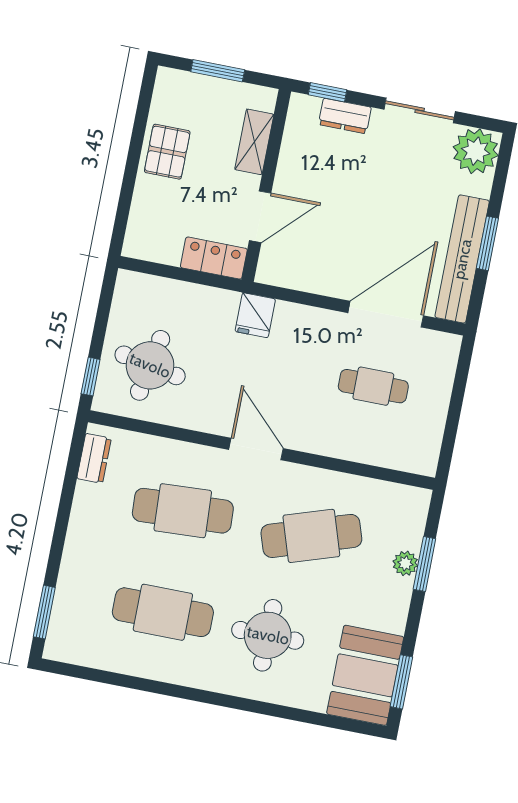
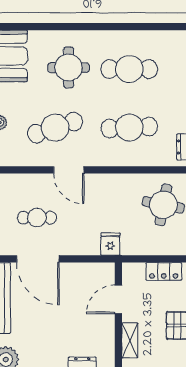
locker: (214, 258) -> (164, 271), moved
door: (386, 314) -> (38, 259), hinge flipped
door: (256, 449) -> (69, 170), moved

